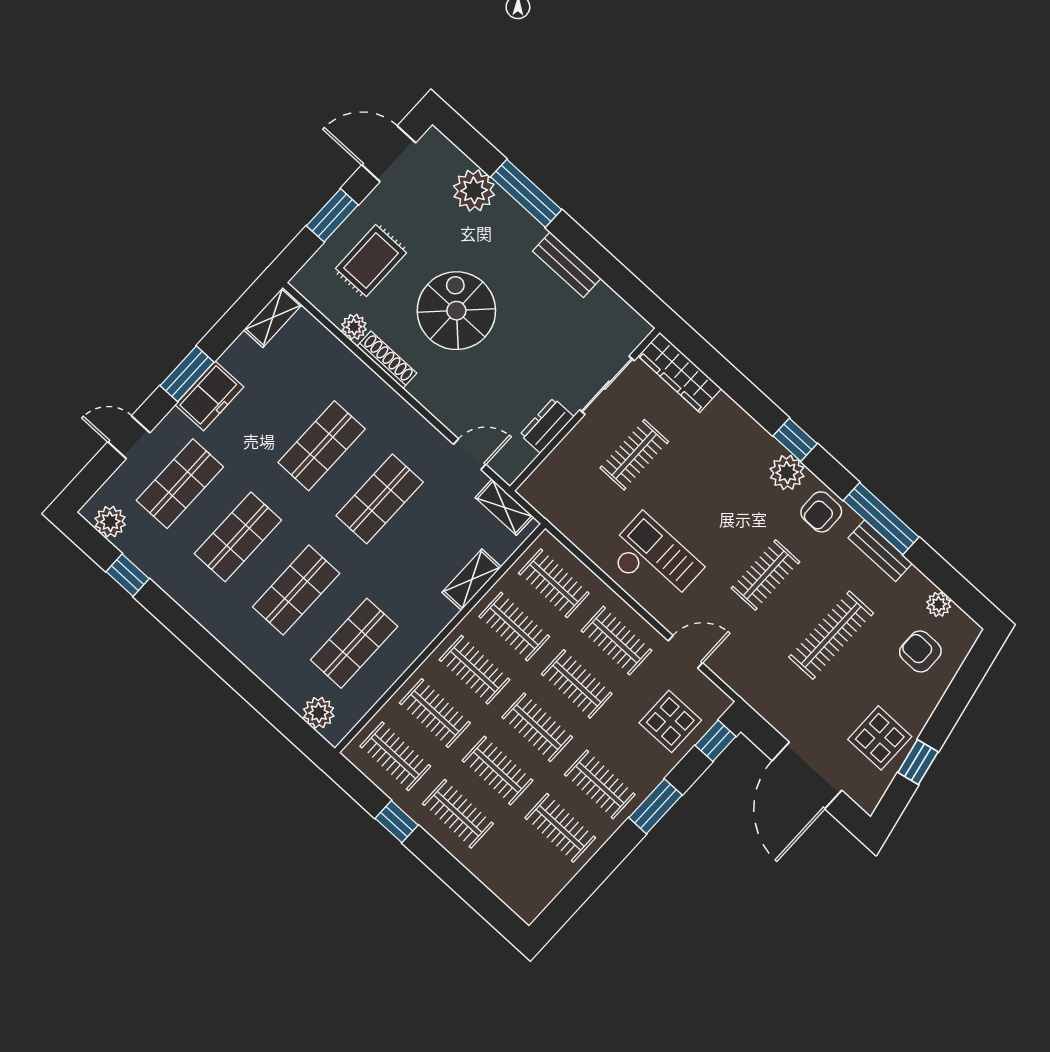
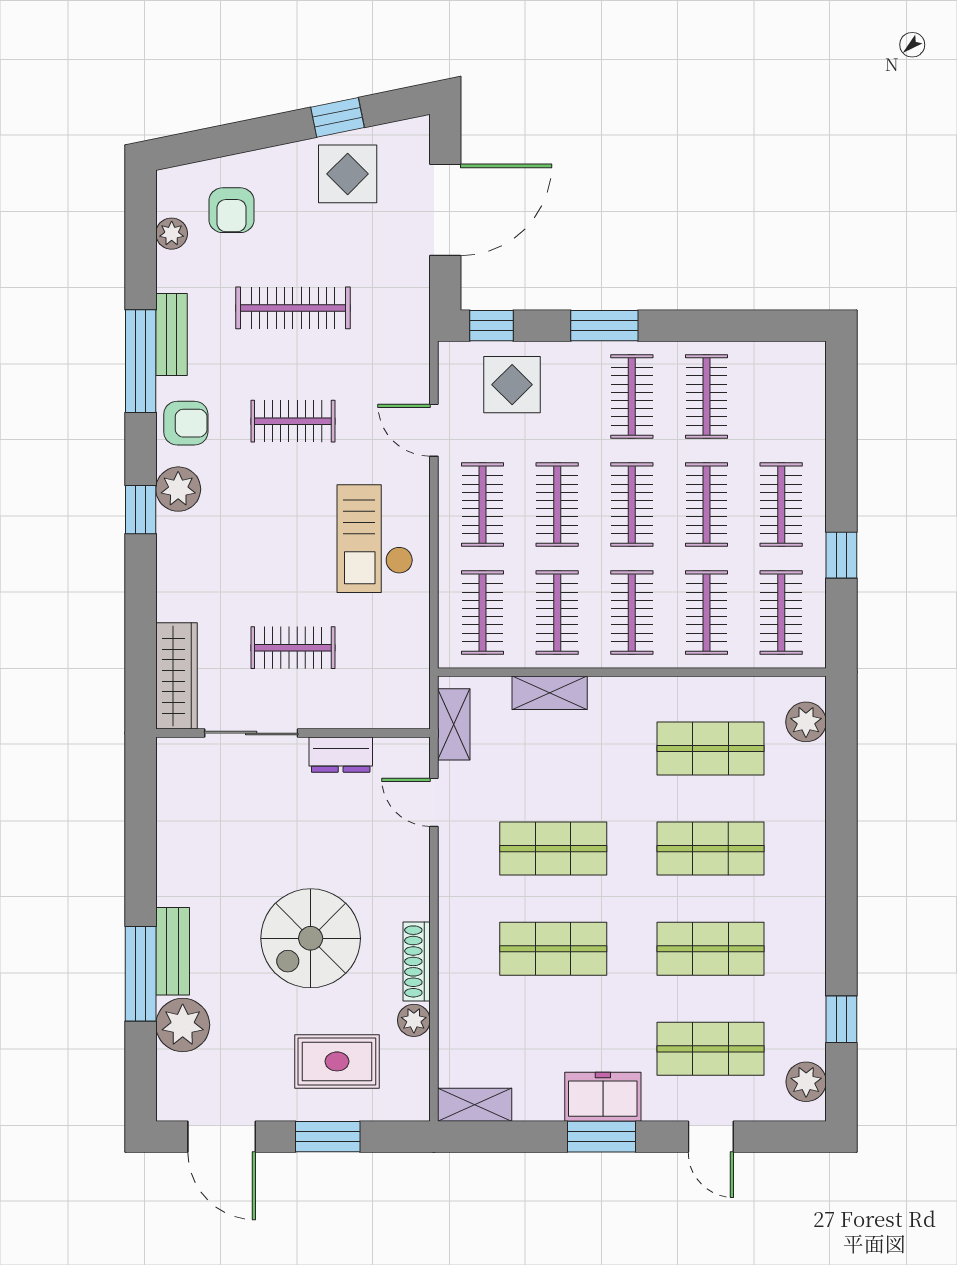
bench: (567, 265) -> (173, 951), moved

